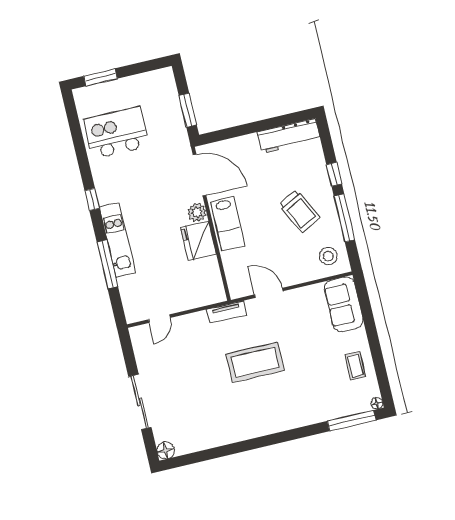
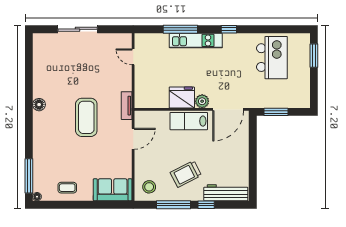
workbench: (289, 136) -> (226, 193), moved, turned 90
floor lamp: (166, 450) -> (39, 105), moved

